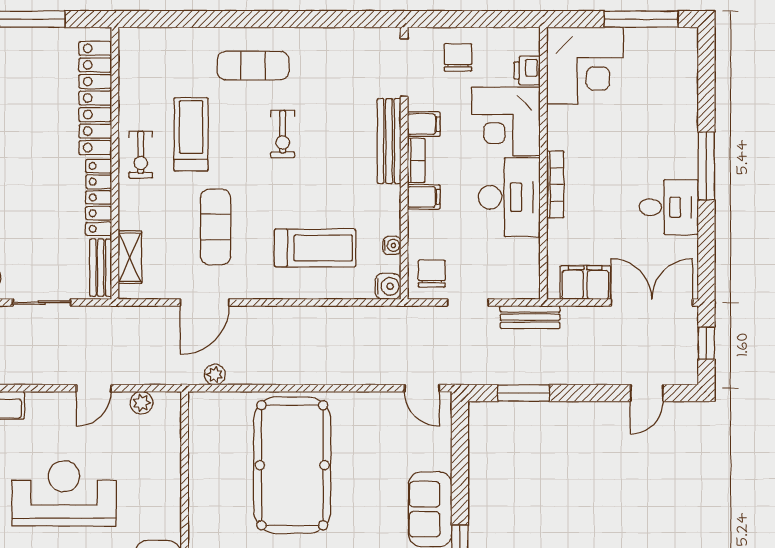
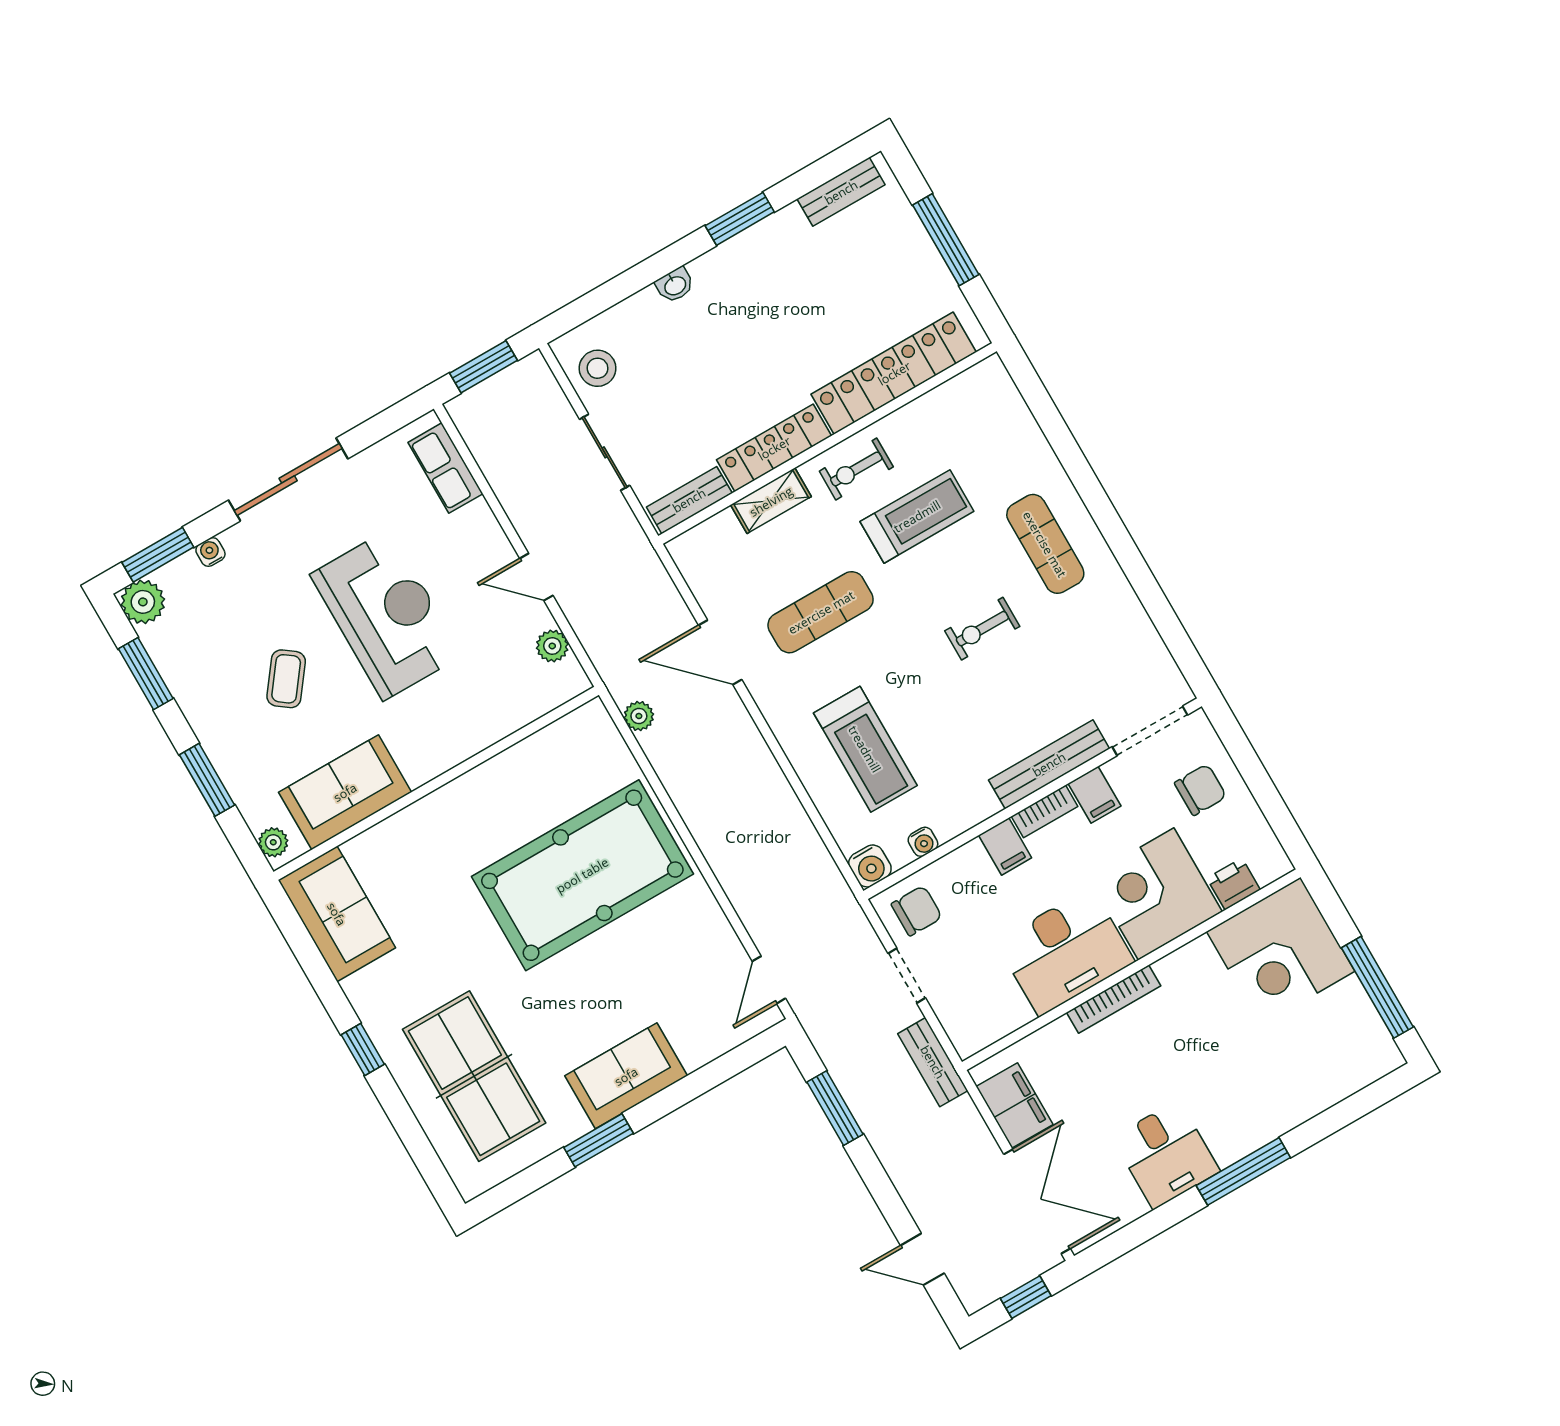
shelving: (130, 257) -> (771, 501), moved

